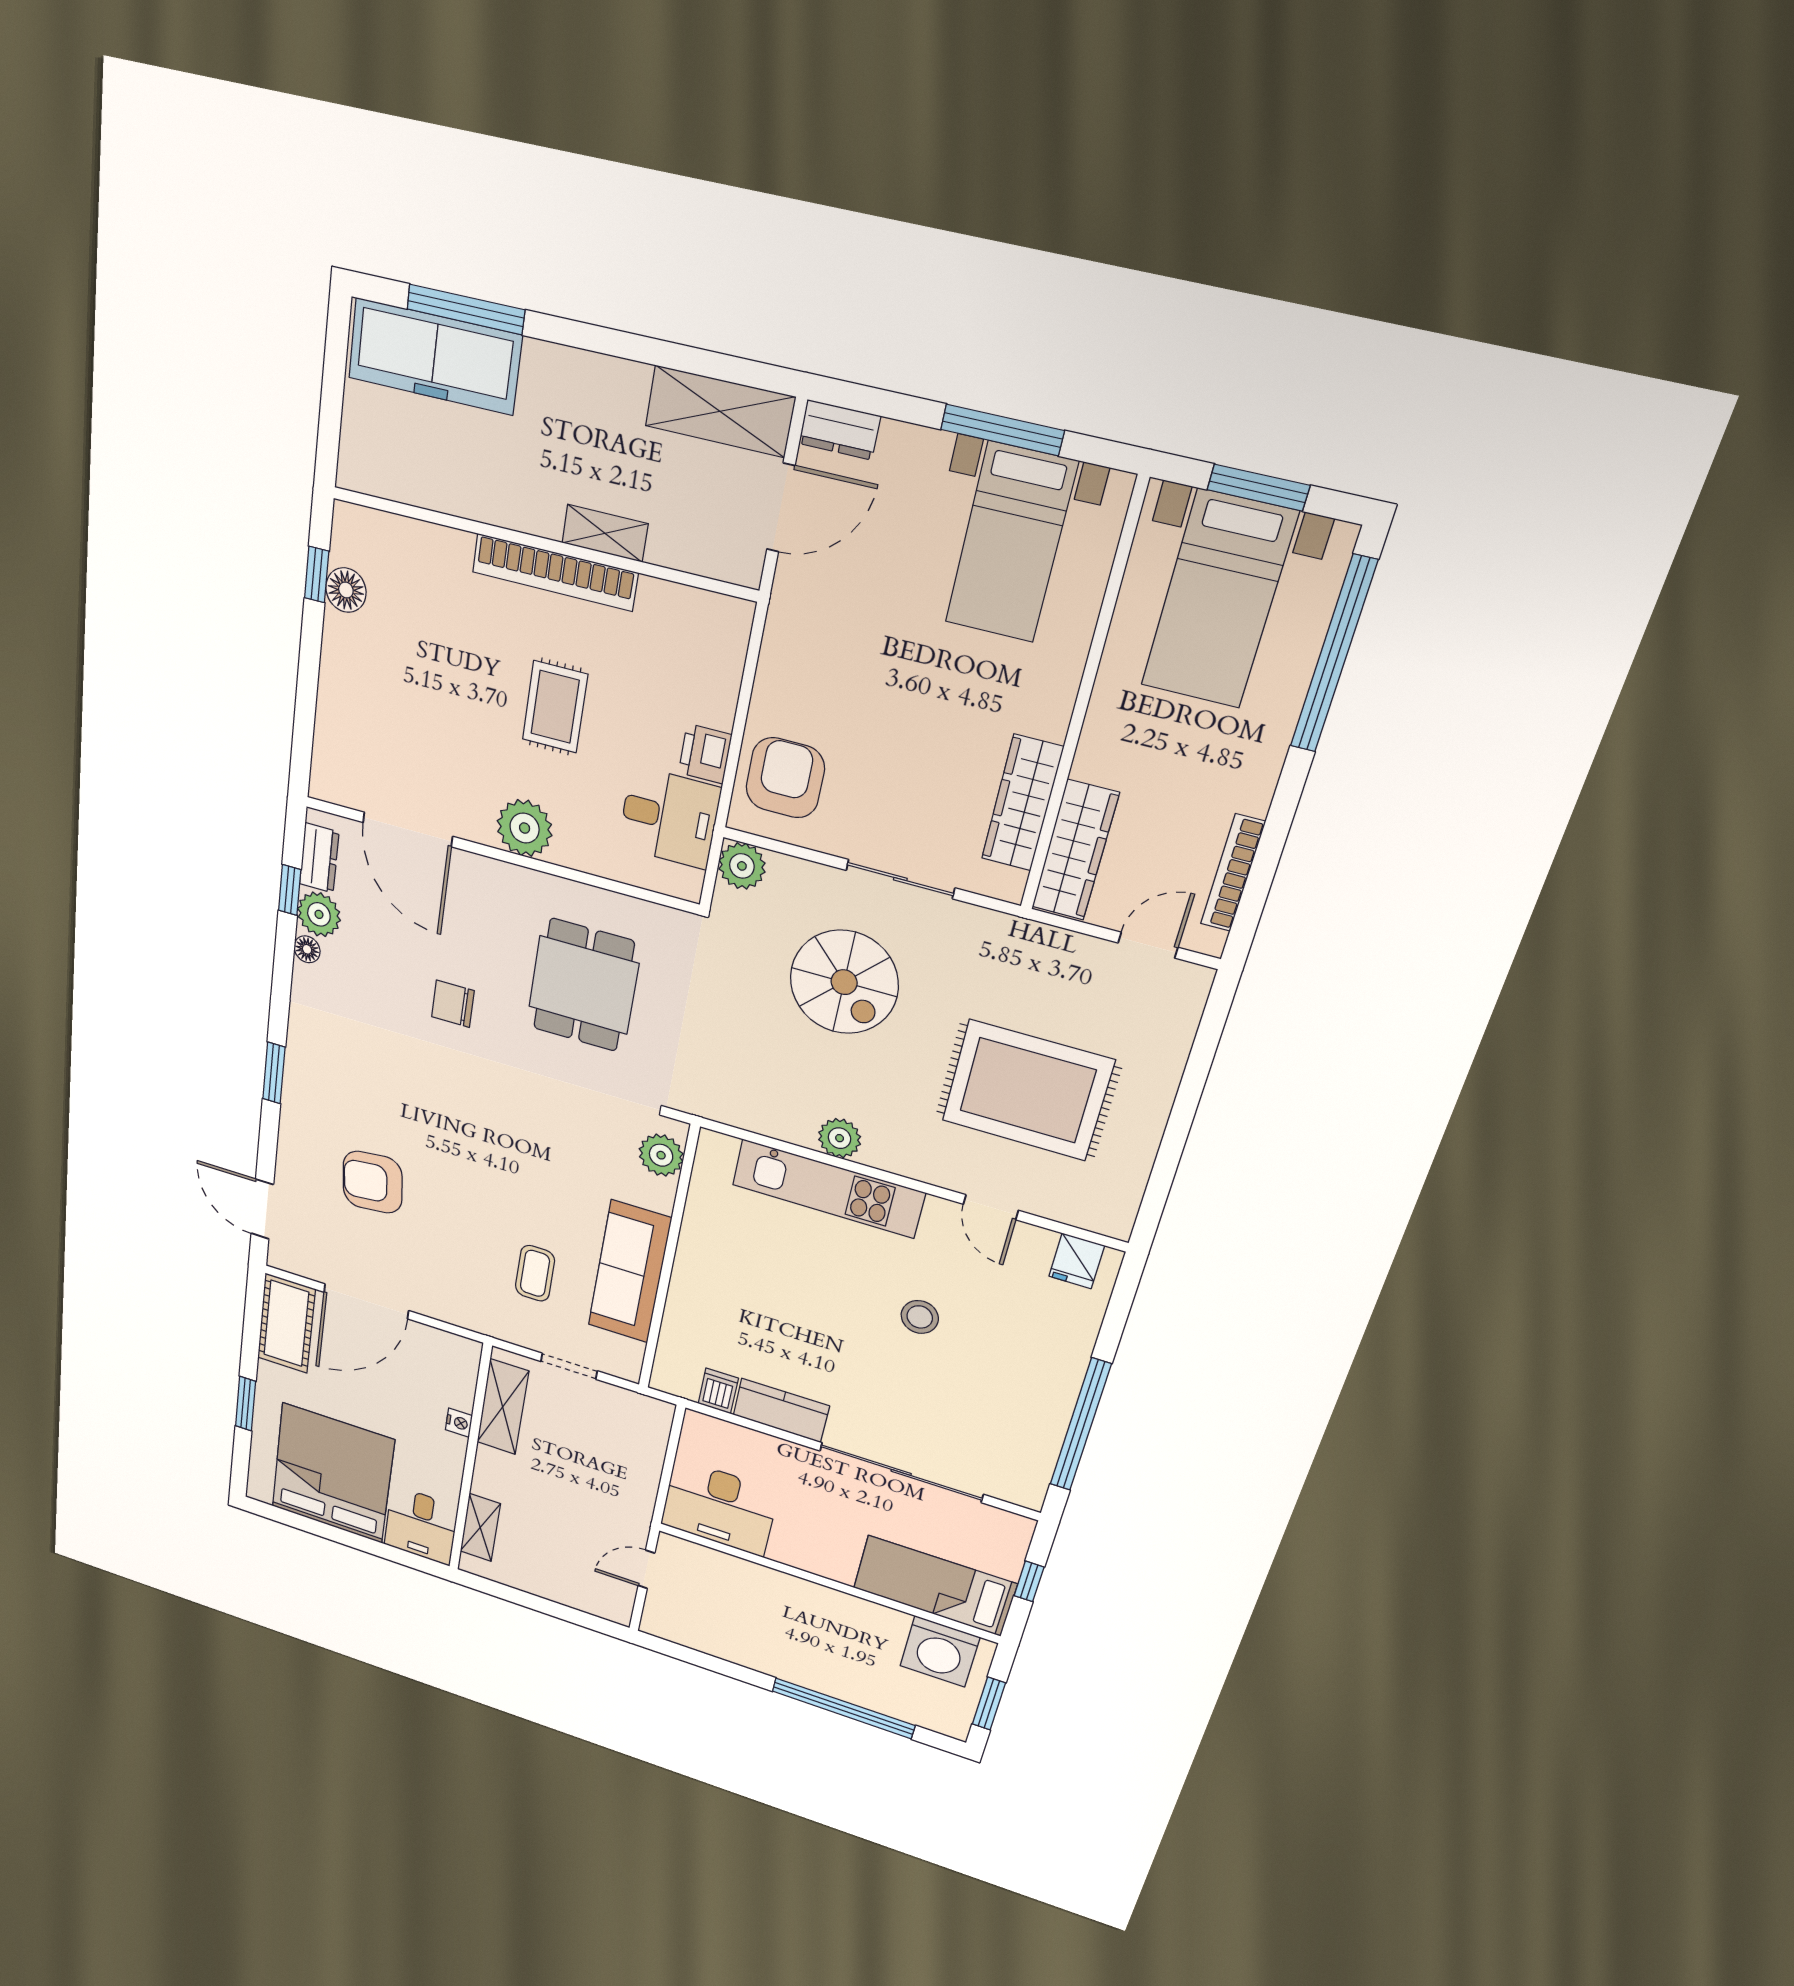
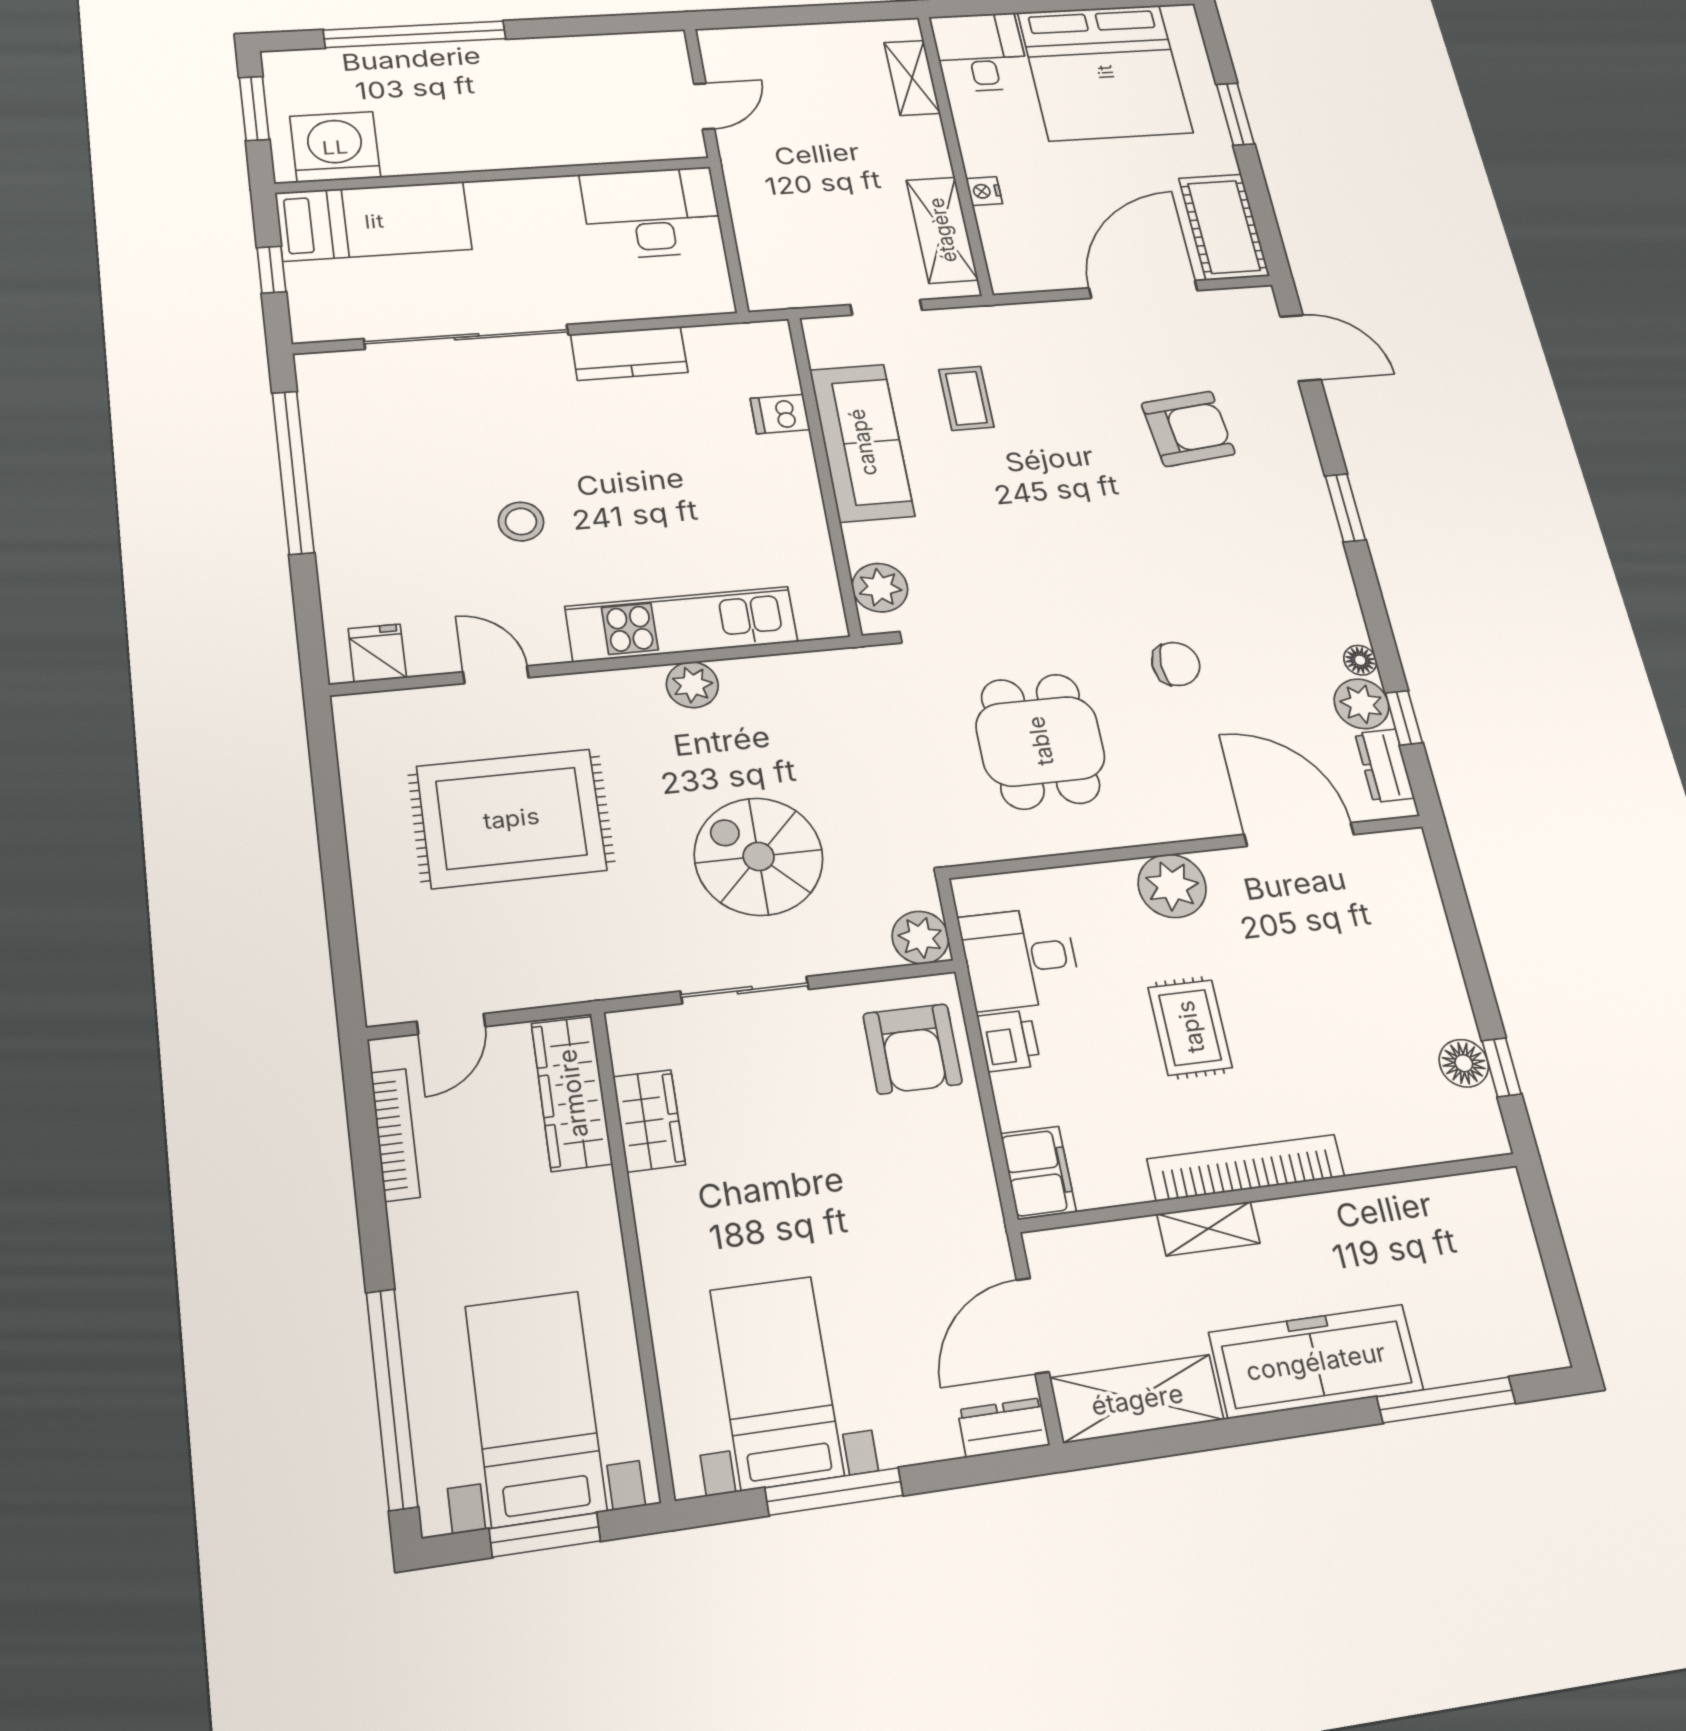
freezer: (435, 357) -> (1316, 1361), moved
filing cabinet: (725, 635) -> (1038, 1173), added
wardrobe: (1022, 803) -> (649, 1121), width x0.67
dishwasher: (718, 1391) -> (780, 414), moved, turned 90

